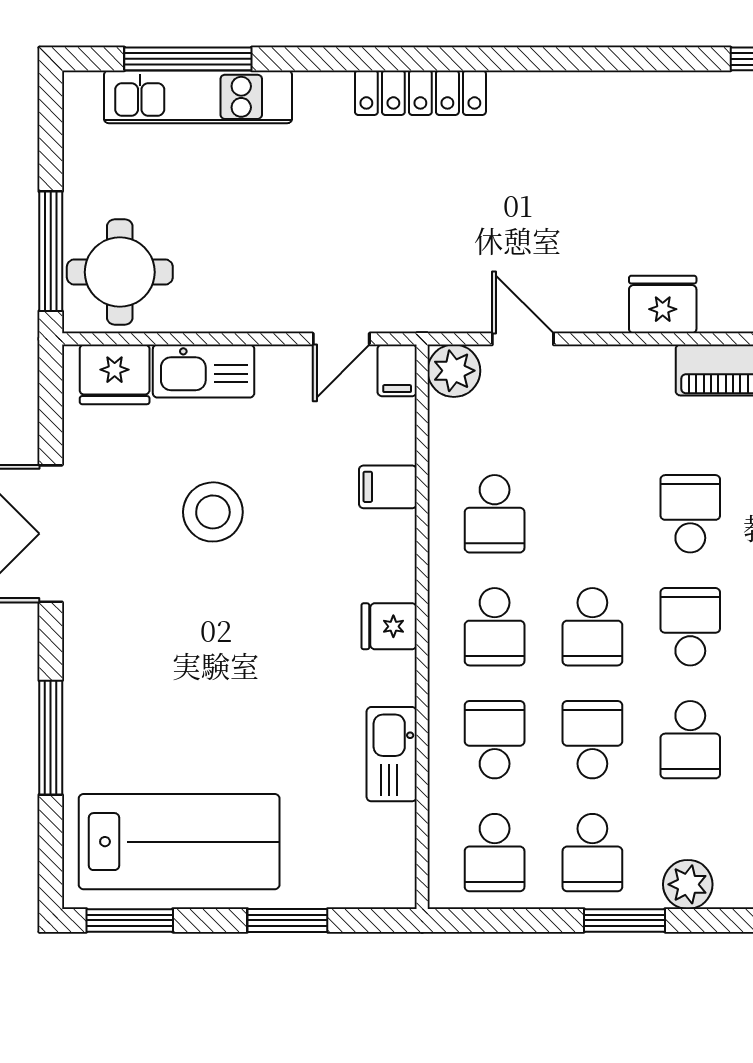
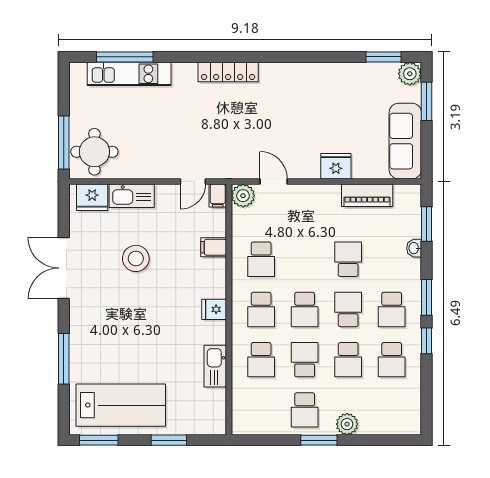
school desk: (495, 740) -> (261, 360), turned 180
school desk: (495, 853) -> (261, 410), removed

